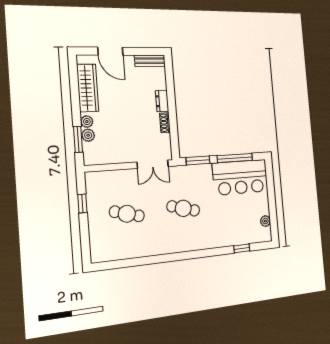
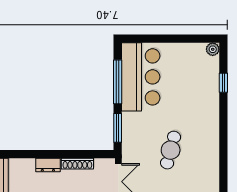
shoe rack: (165, 123) -> (77, 164), width x1.43
plant: (265, 221) -> (213, 49), moved

